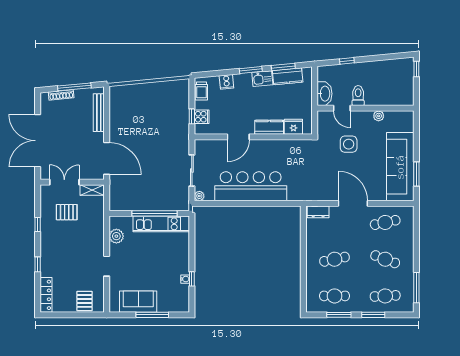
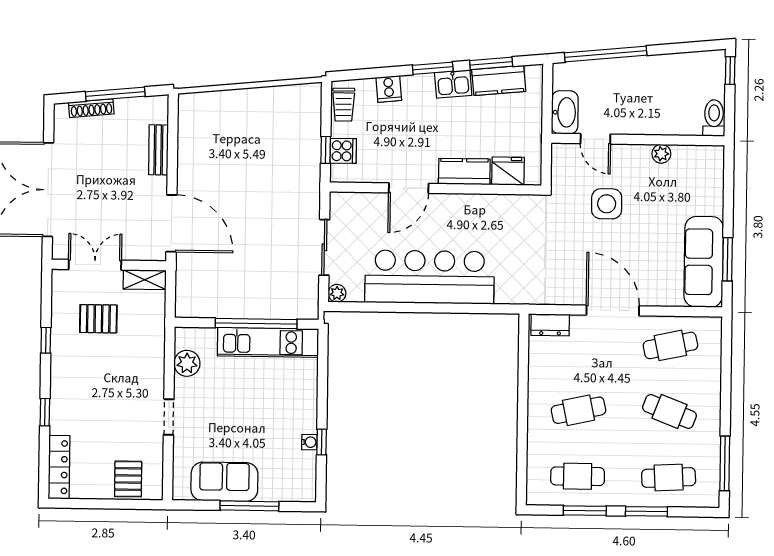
window: (347, 61) -> (606, 54), width x3.17
toilet: (358, 96) -> (714, 118), moved
bench: (99, 113) -> (158, 150), width x0.73
sofa: (400, 167) -> (704, 262), width x0.74, depth x0.79

